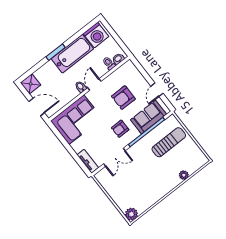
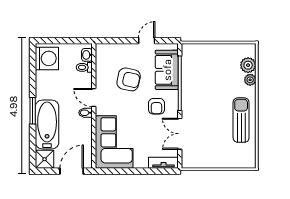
bathtub: (72, 54) -> (47, 124), moved
door: (157, 90) -> (147, 41), swing flipped
armchair: (123, 98) -> (129, 79), turned -78
sun lounger: (169, 142) -> (241, 120), moved
double door: (114, 157) -> (180, 134), swing flipped
plant: (131, 214) -> (248, 65), moved

